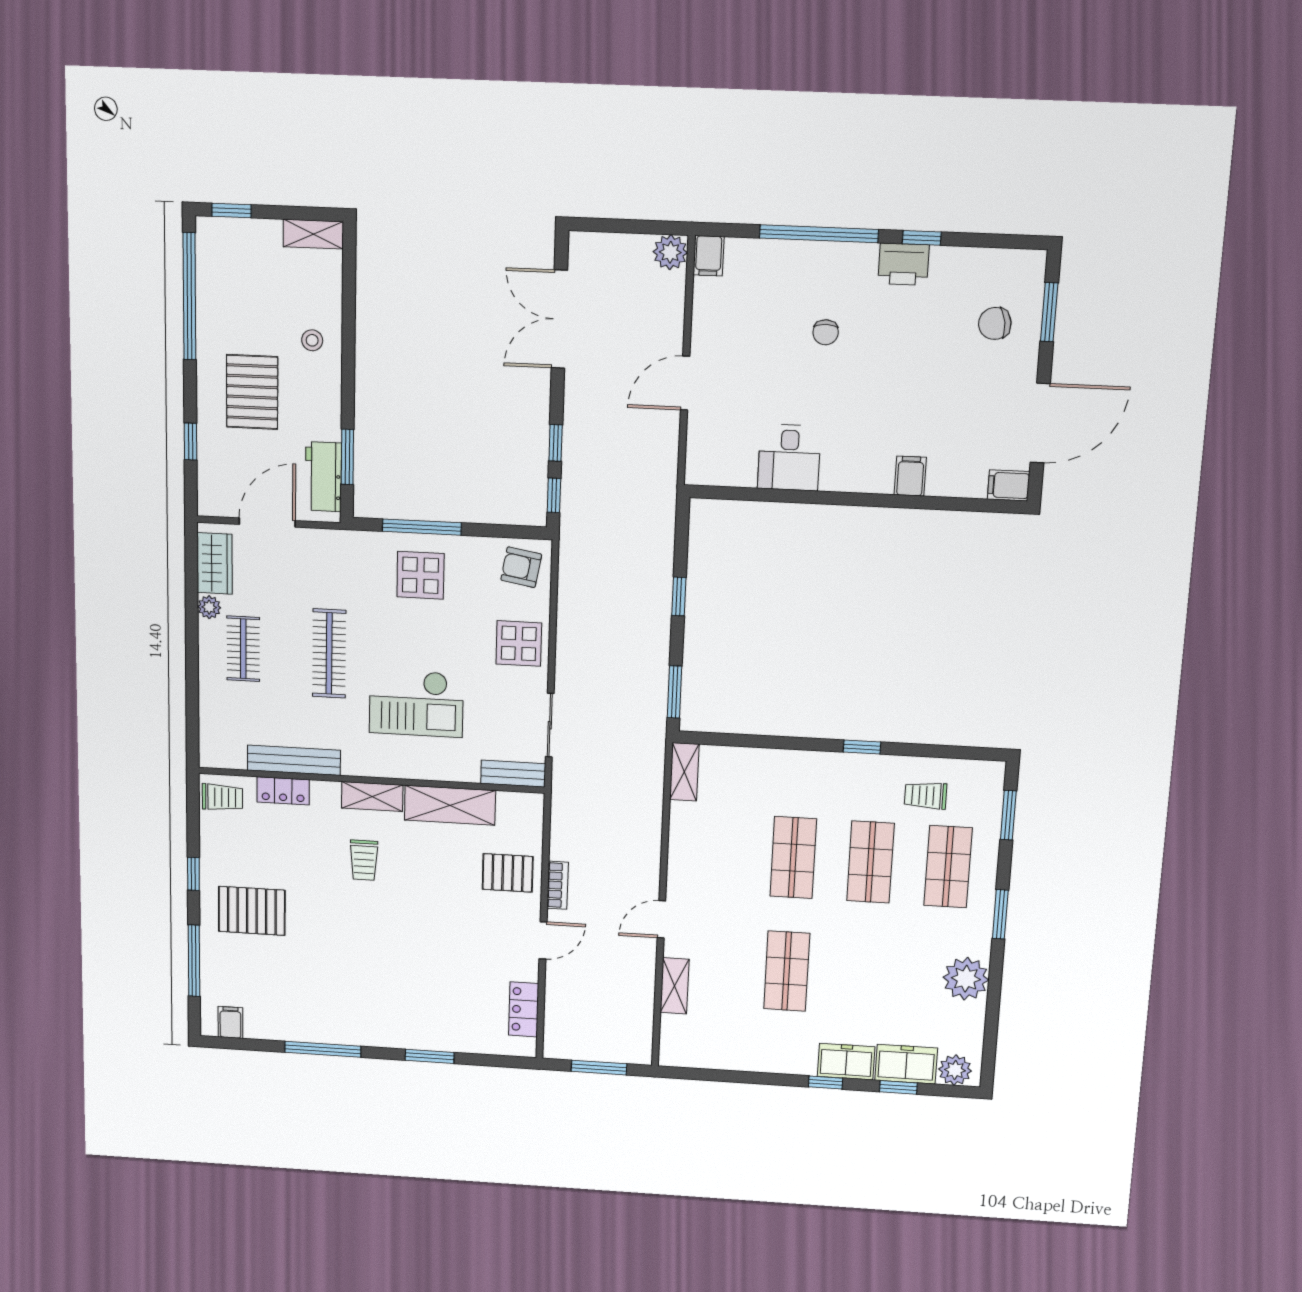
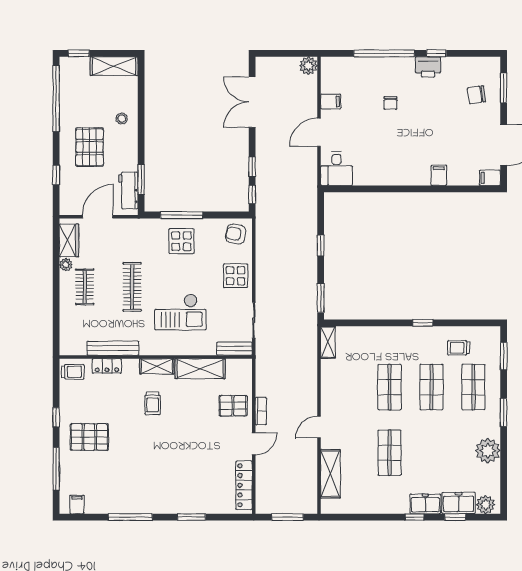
shelving: (313, 234) -> (114, 66), width x1.50, depth x1.33
filing cabinet: (709, 256) -> (331, 102), moved, turned -90
desk: (789, 458) -> (336, 169), moved
shelving: (675, 986) -> (330, 474), width x1.50, depth x1.33
locker: (524, 1009) -> (244, 485), width x1.53

